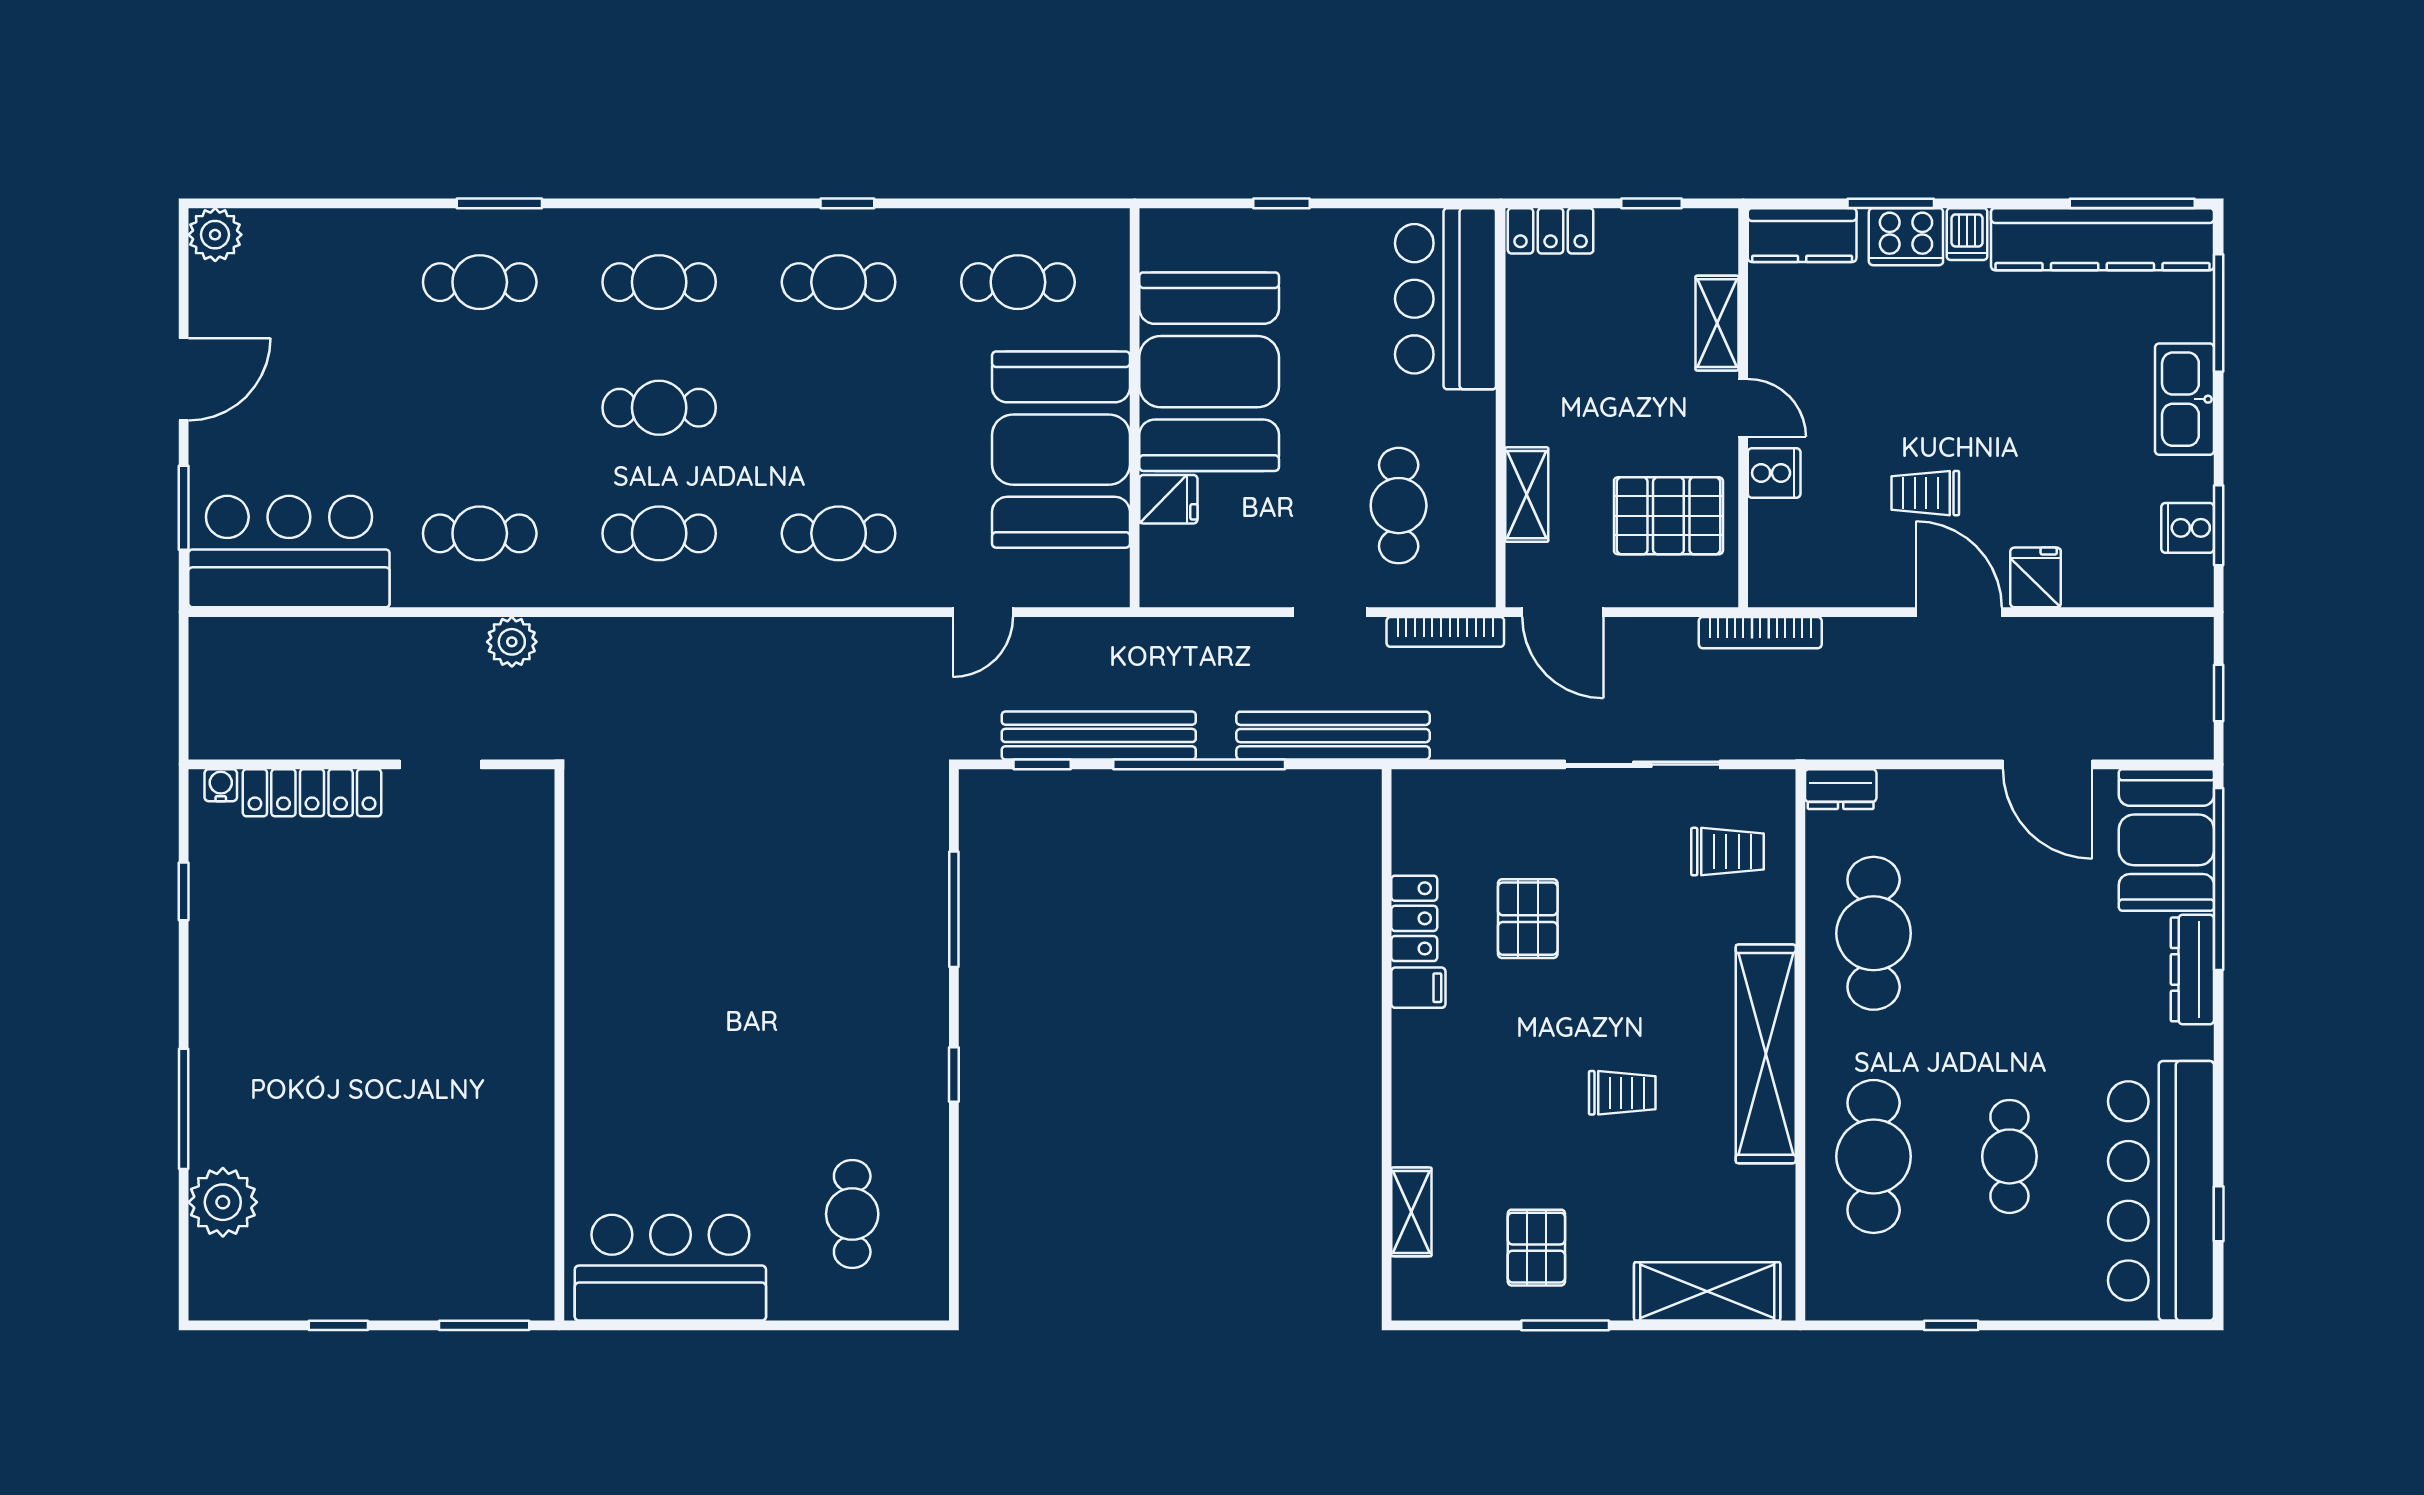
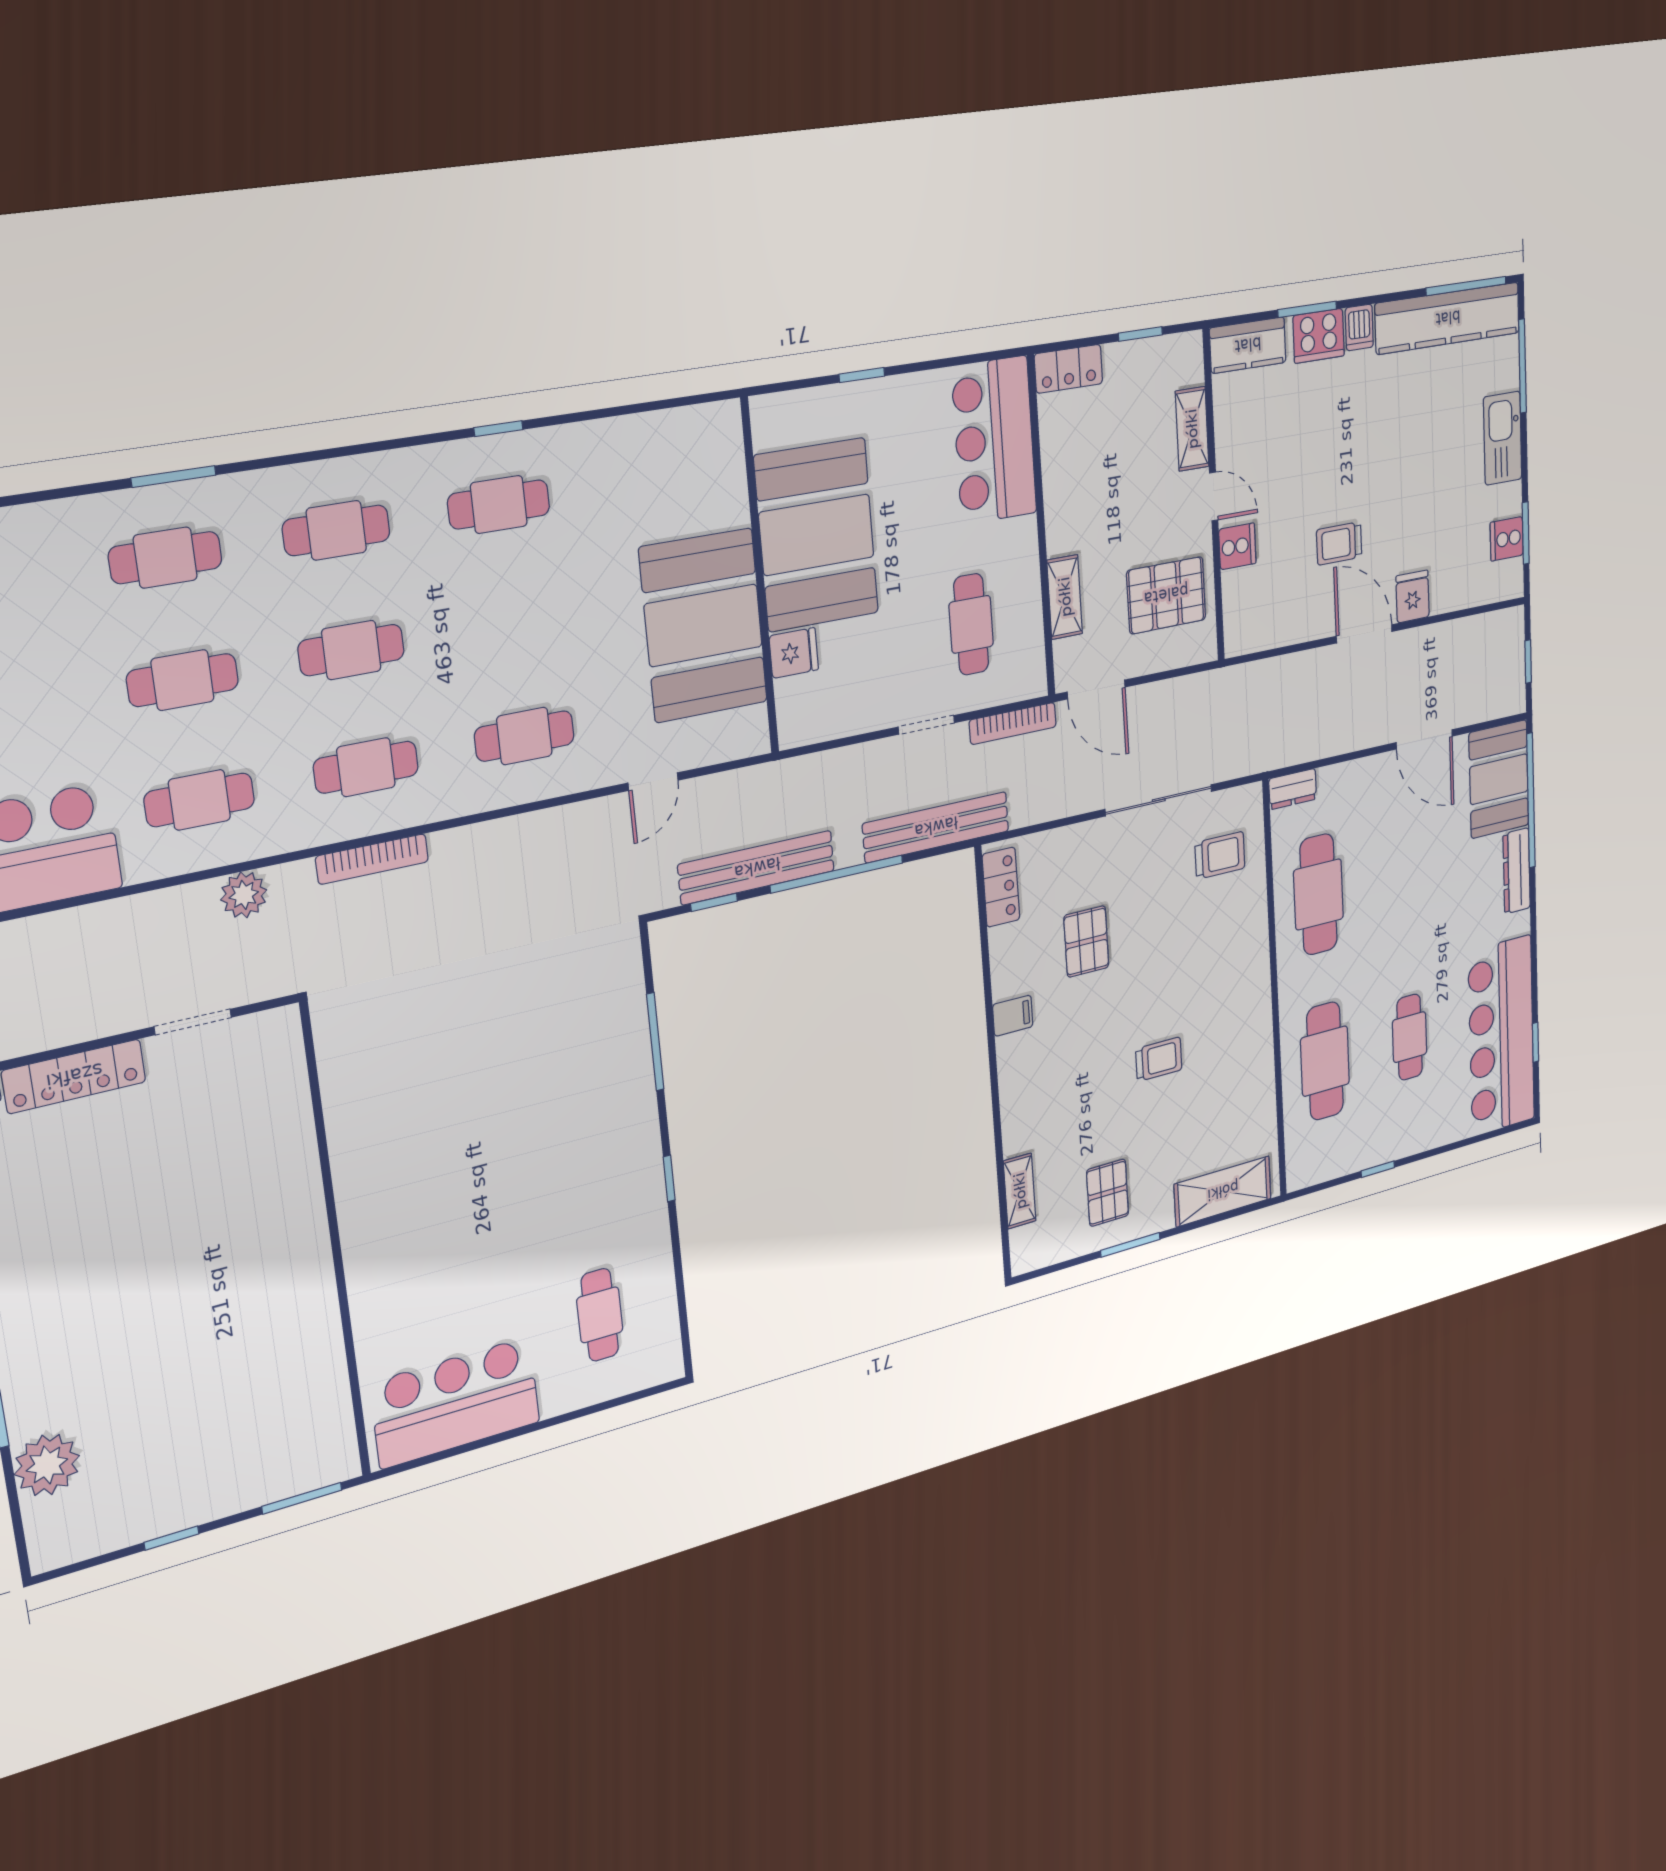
cafe table: (1018, 282) -> (183, 680), moved
bookcase: (1760, 633) -> (372, 859), moved
locker: (1414, 918) -> (1001, 887), moved
shelving: (1766, 1054) -> (1252, 1004), removed

